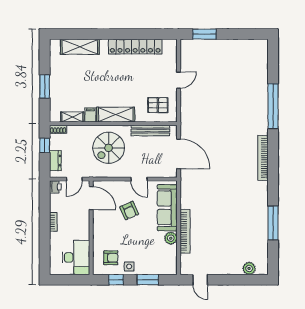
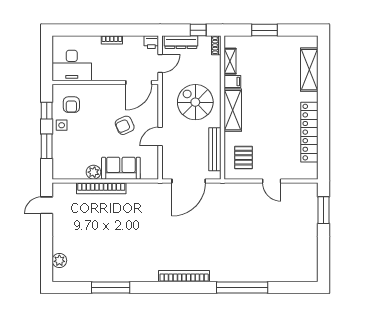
dresser: (55, 161) -> (181, 42), width x1.44
door: (74, 179) -> (160, 63), swing flipped
sofa: (167, 208) -> (121, 168), width x0.73

